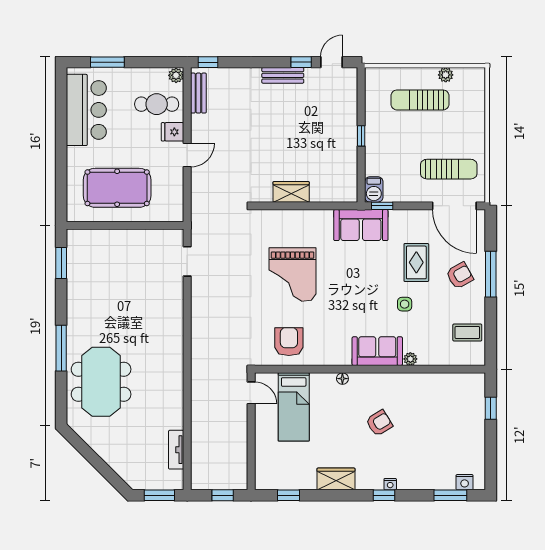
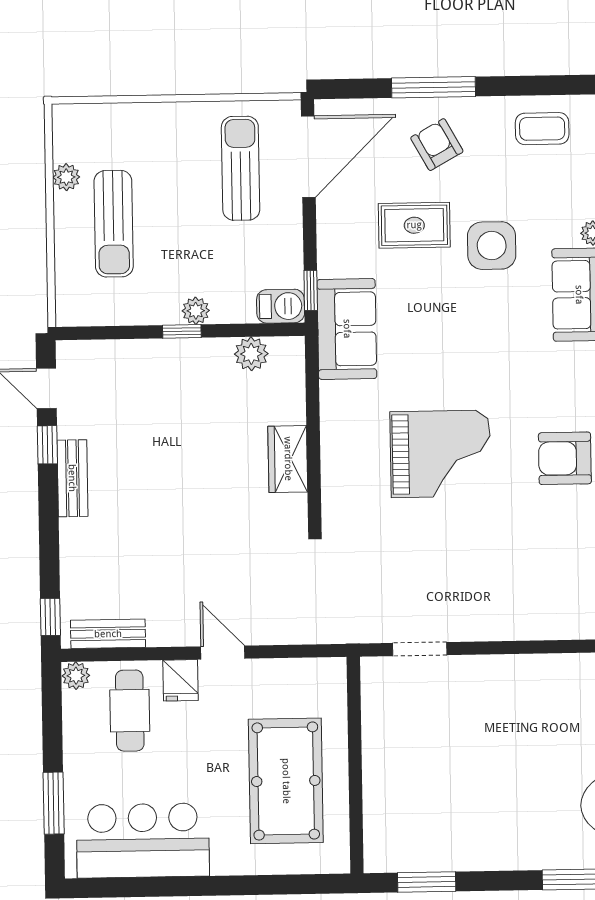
plant: (372, 144) -> (196, 311), added
plant: (348, 173) -> (251, 354), added
side table: (405, 304) -> (492, 246), width x1.87, depth x1.87
coffee table: (467, 333) -> (542, 129), turned 90

